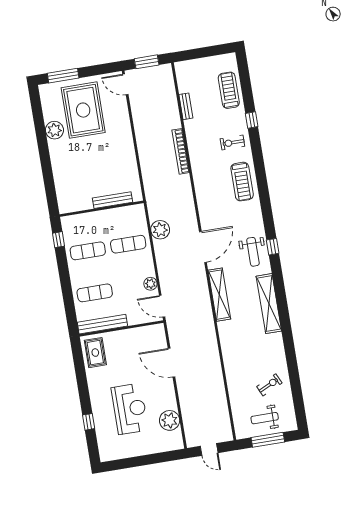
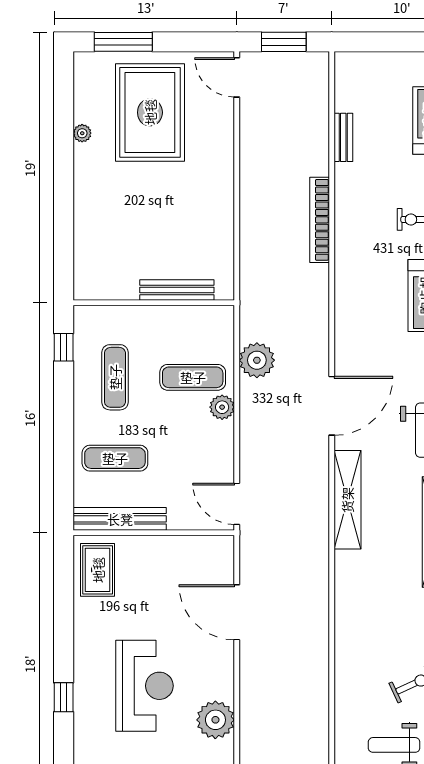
plant: (54, 130) -> (82, 133), width x0.53, depth x0.53
exercise mat: (88, 251) -> (115, 377), turned 90
plant: (150, 284) -> (222, 407), moved

